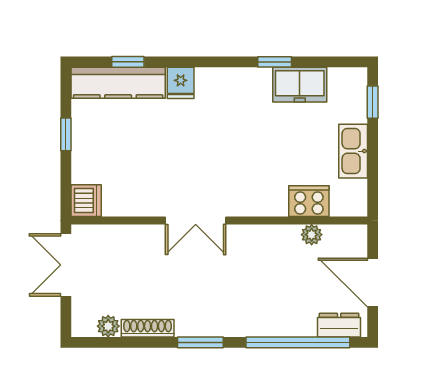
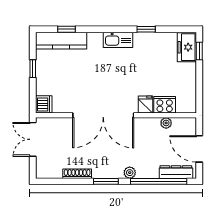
fridge: (181, 83) -> (146, 105), moved, turned 180
freezer: (300, 85) -> (187, 47), moved, turned 90
kitchen sink: (353, 151) -> (118, 40), moved, turned -90
double door: (196, 220) -> (103, 115), width x1.87
dresser: (339, 325) -> (176, 172), width x1.44
plant: (108, 326) -> (130, 173), moved

